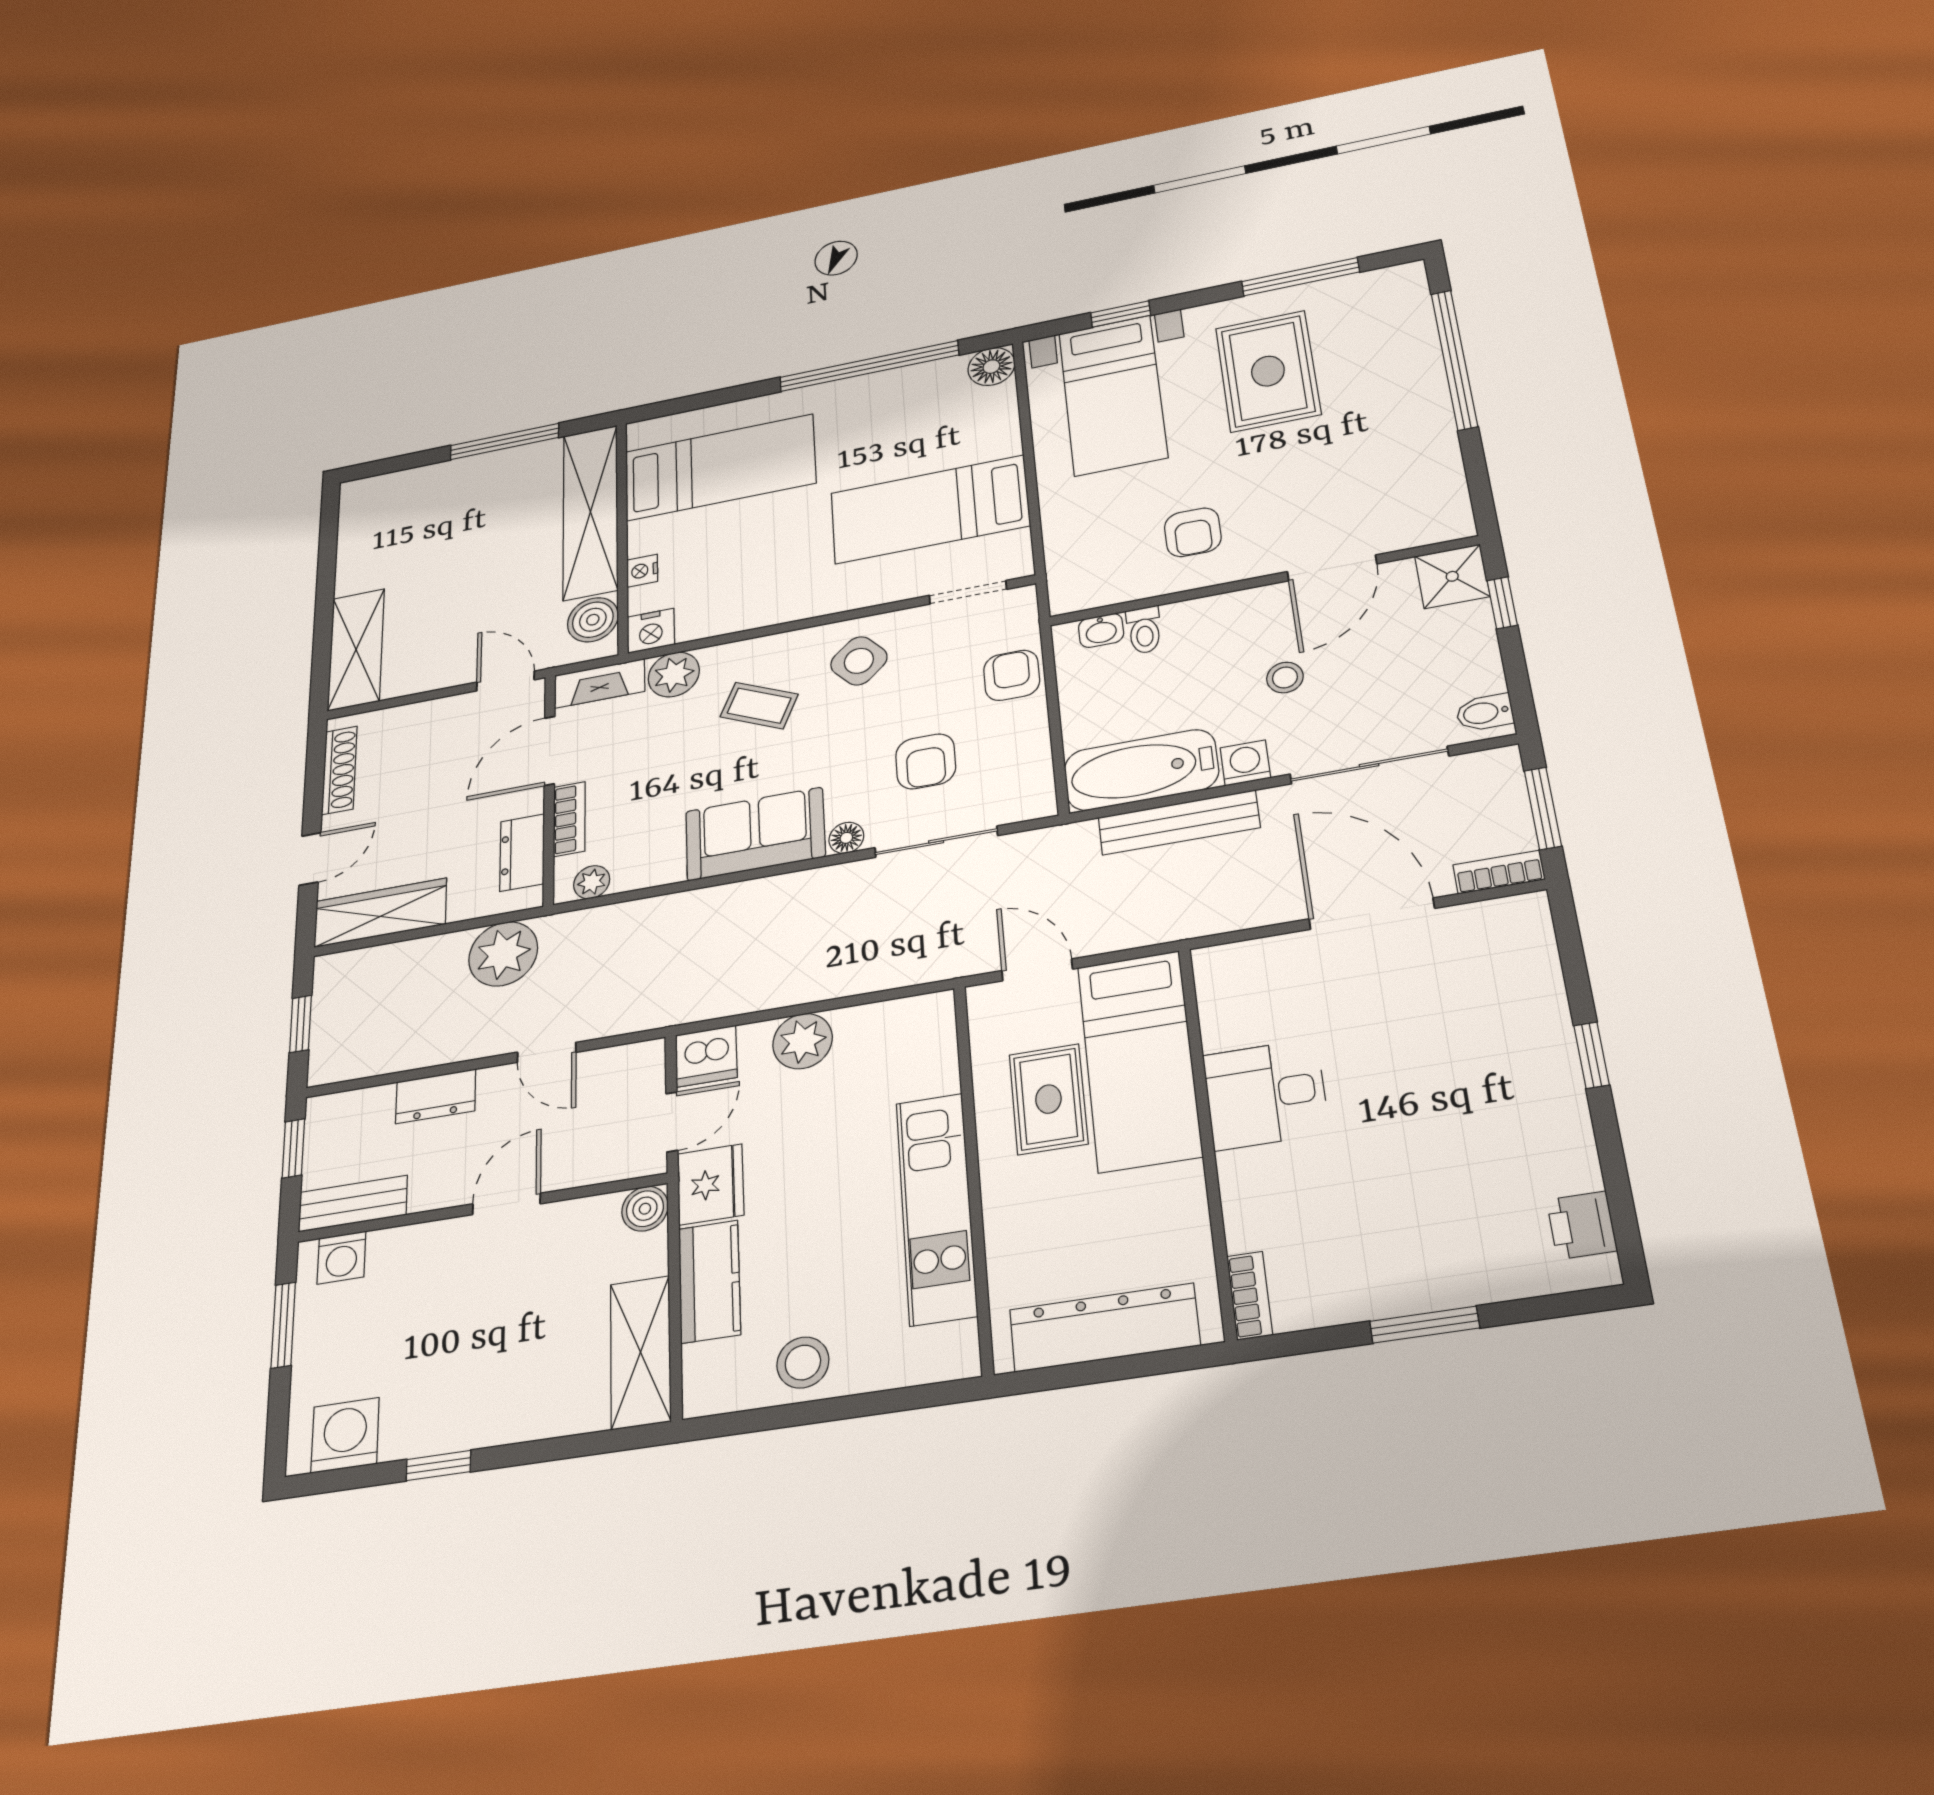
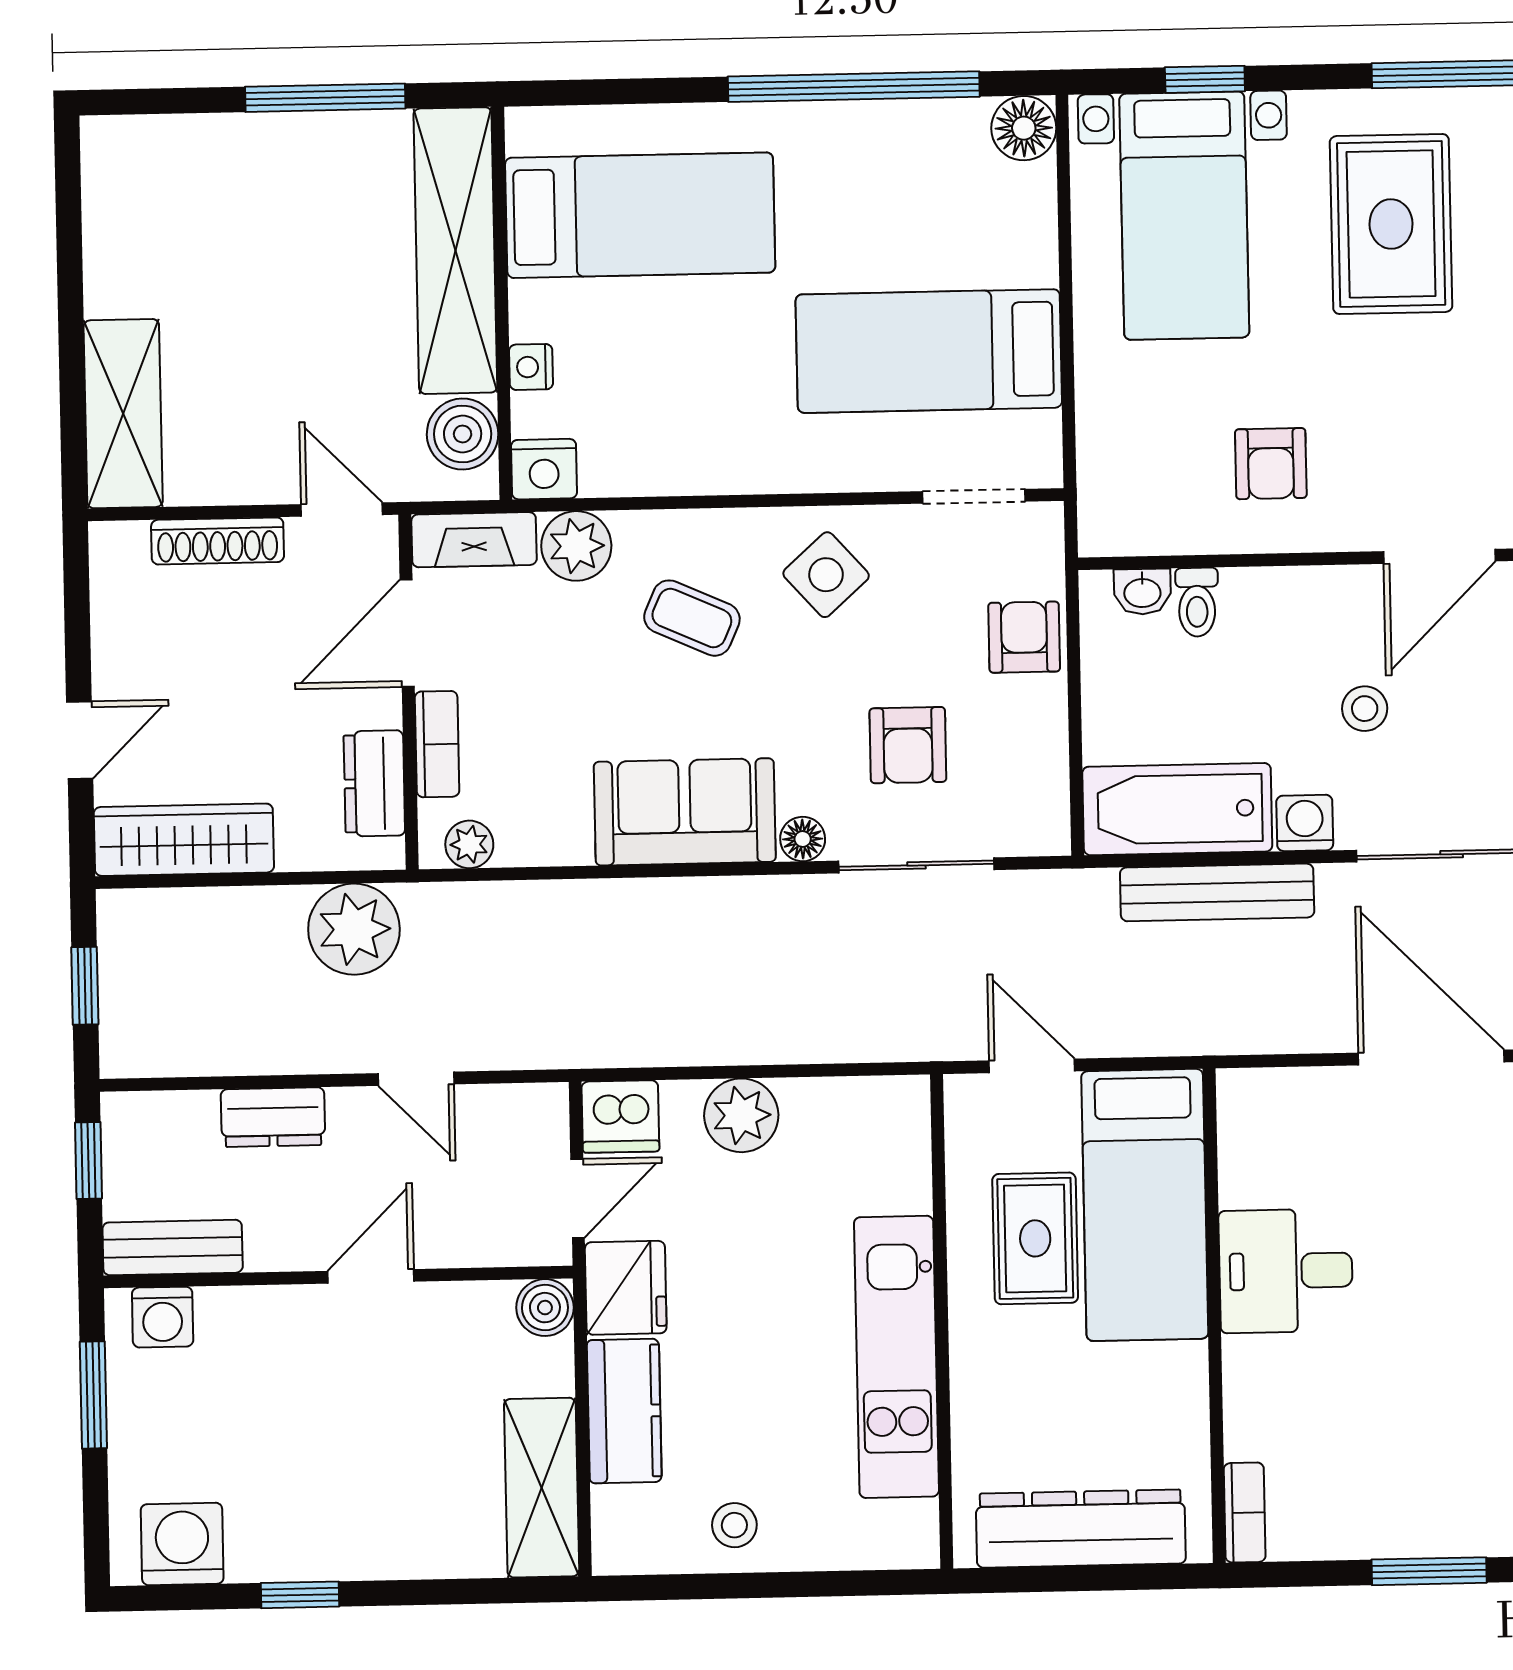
shoe rack: (339, 770) -> (218, 541), moved, turned 90
stool: (803, 1363) -> (734, 1525), width x0.73, depth x0.73

